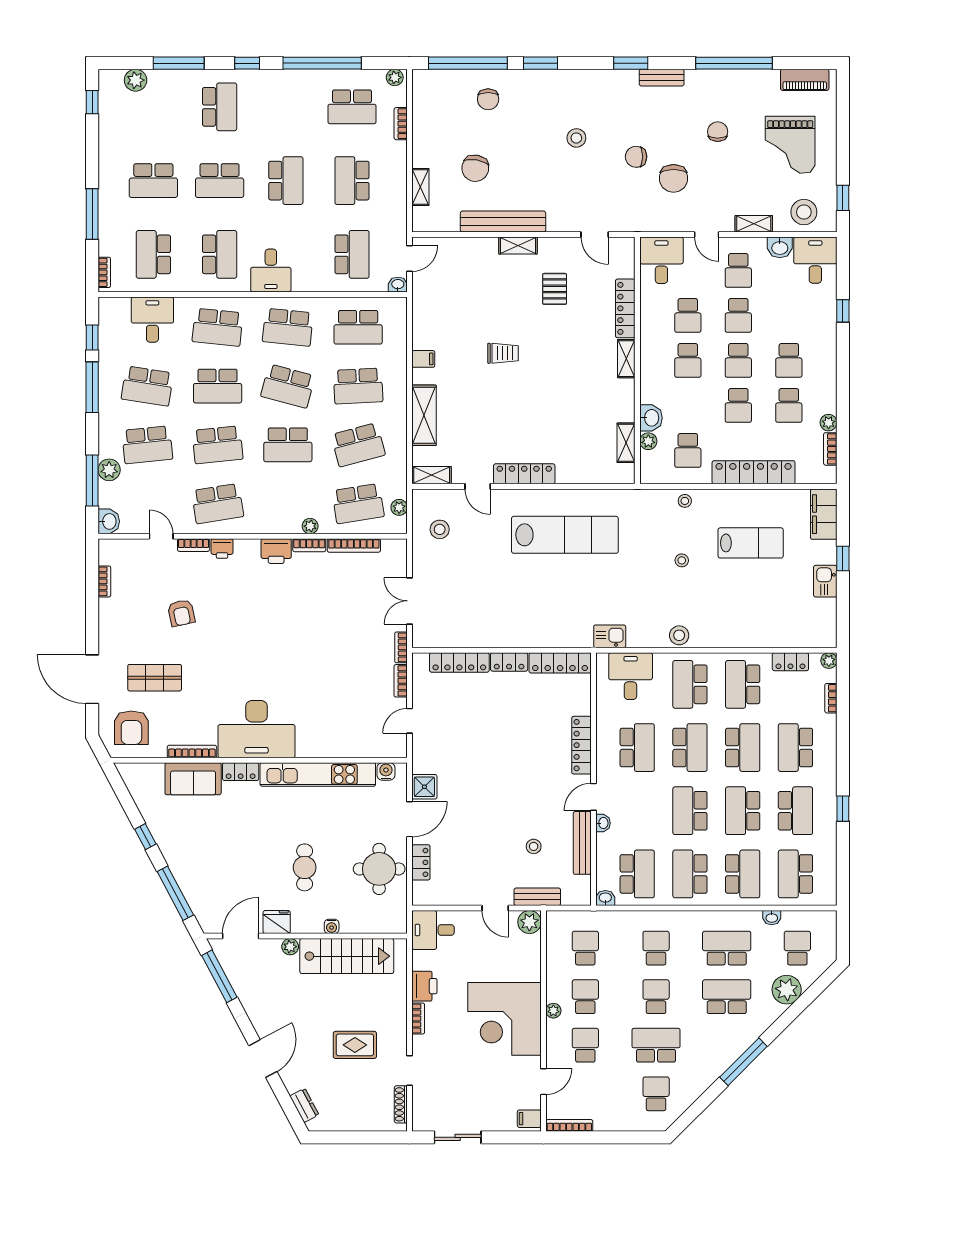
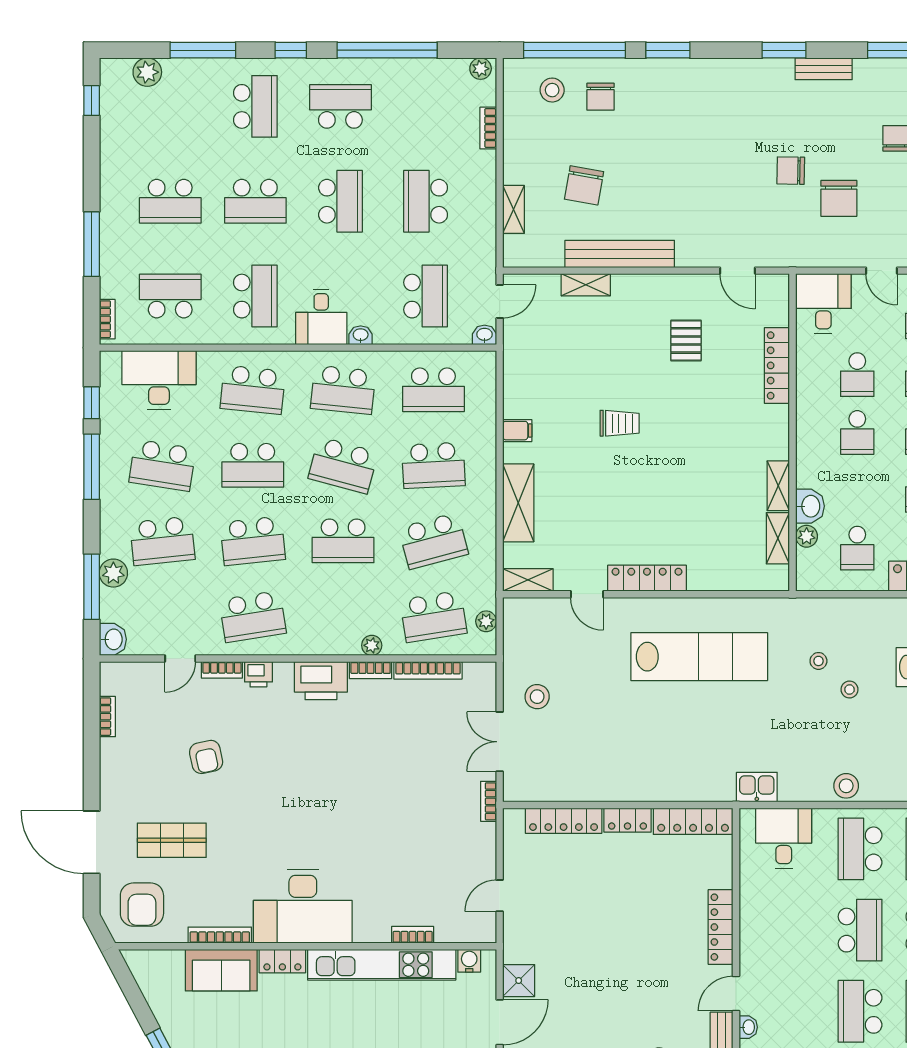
school desk: (352, 107) -> (340, 106), moved, turned 180
stool: (576, 138) -> (552, 90), moved
shelving: (518, 246) -> (586, 285), moved
school desk: (153, 254) -> (170, 296), turned 90
washbasin: (301, 285) -> (361, 335), added
desk: (152, 320) -> (159, 380), width x1.37
shelving: (626, 359) -> (778, 486), moved
stool: (685, 501) -> (818, 661), moved
stool: (440, 529) -> (537, 697), moved
door: (161, 536) -> (180, 659), swing flipped
printer: (276, 551) -> (321, 681), width x1.37, depth x1.19
bookcase: (401, 681) -> (413, 935), moved, turned 90
school desk: (637, 748) -> (792, 930), removed

